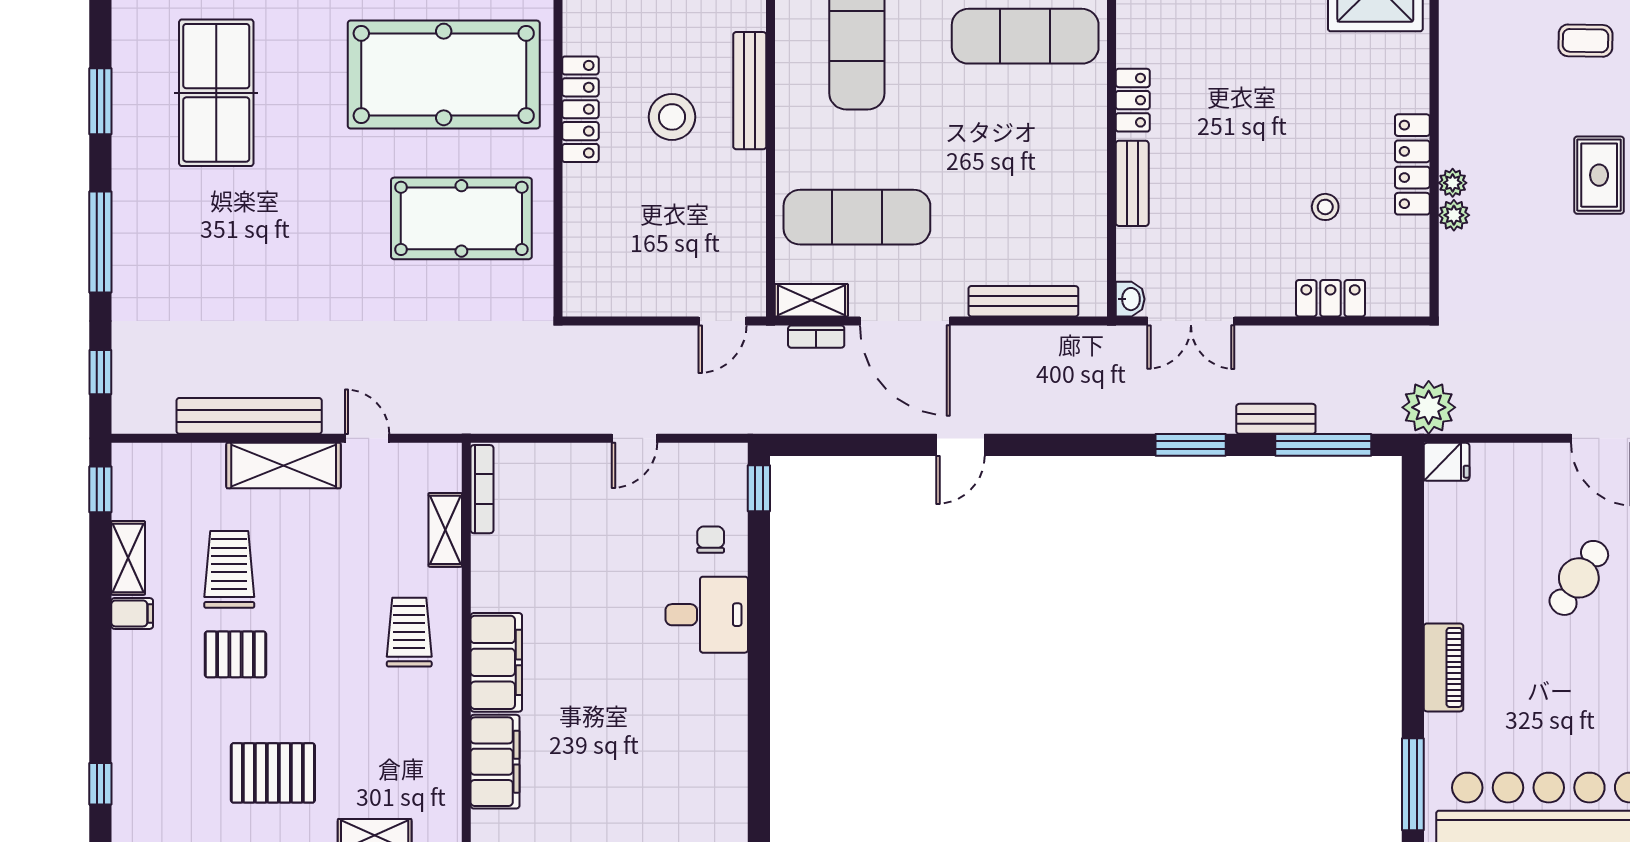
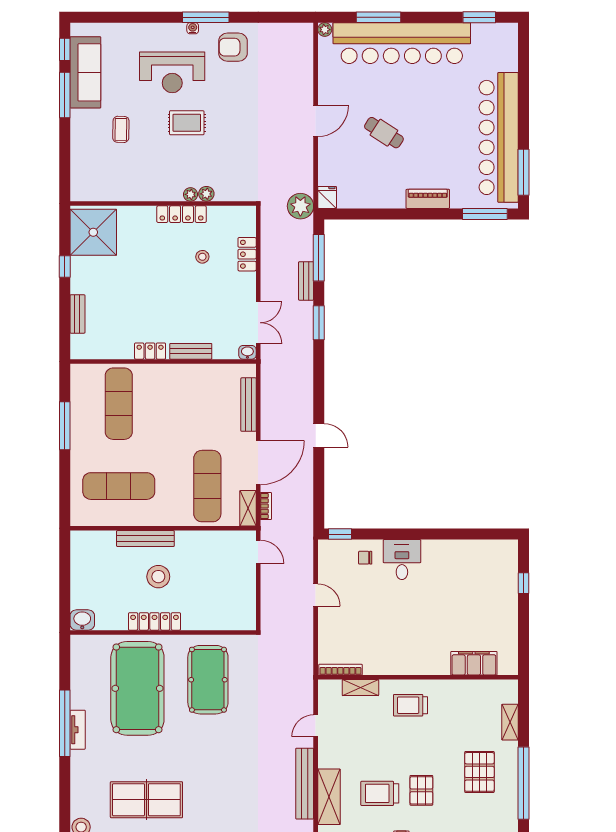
shelving: (284, 466) -> (329, 797), moved
filing cabinet: (496, 662) -> (425, 663), removed

